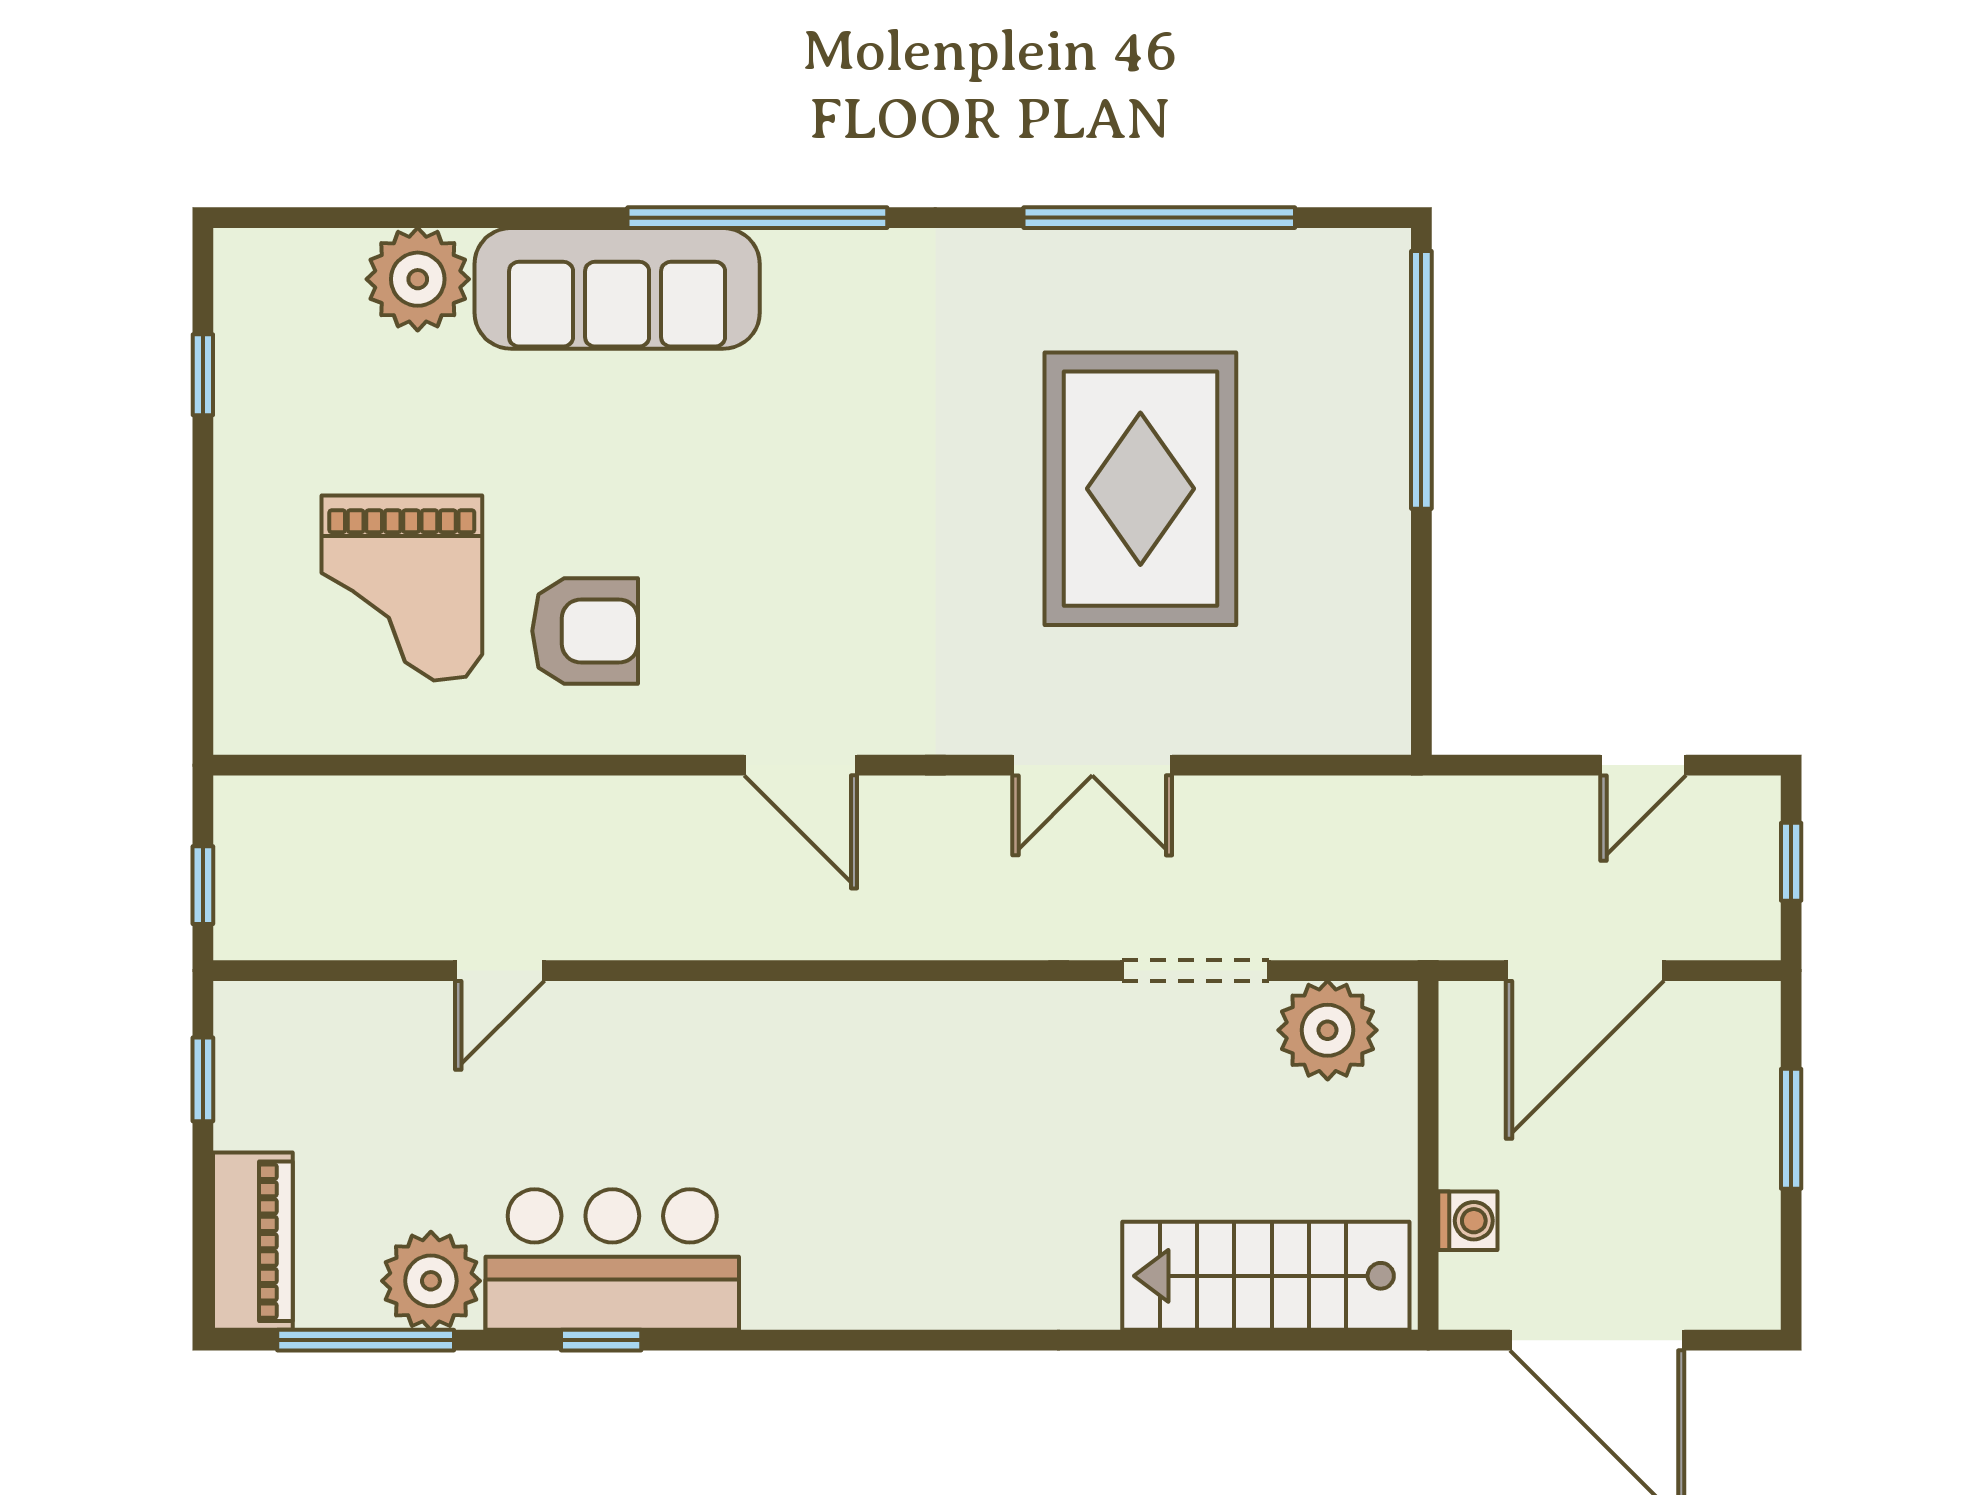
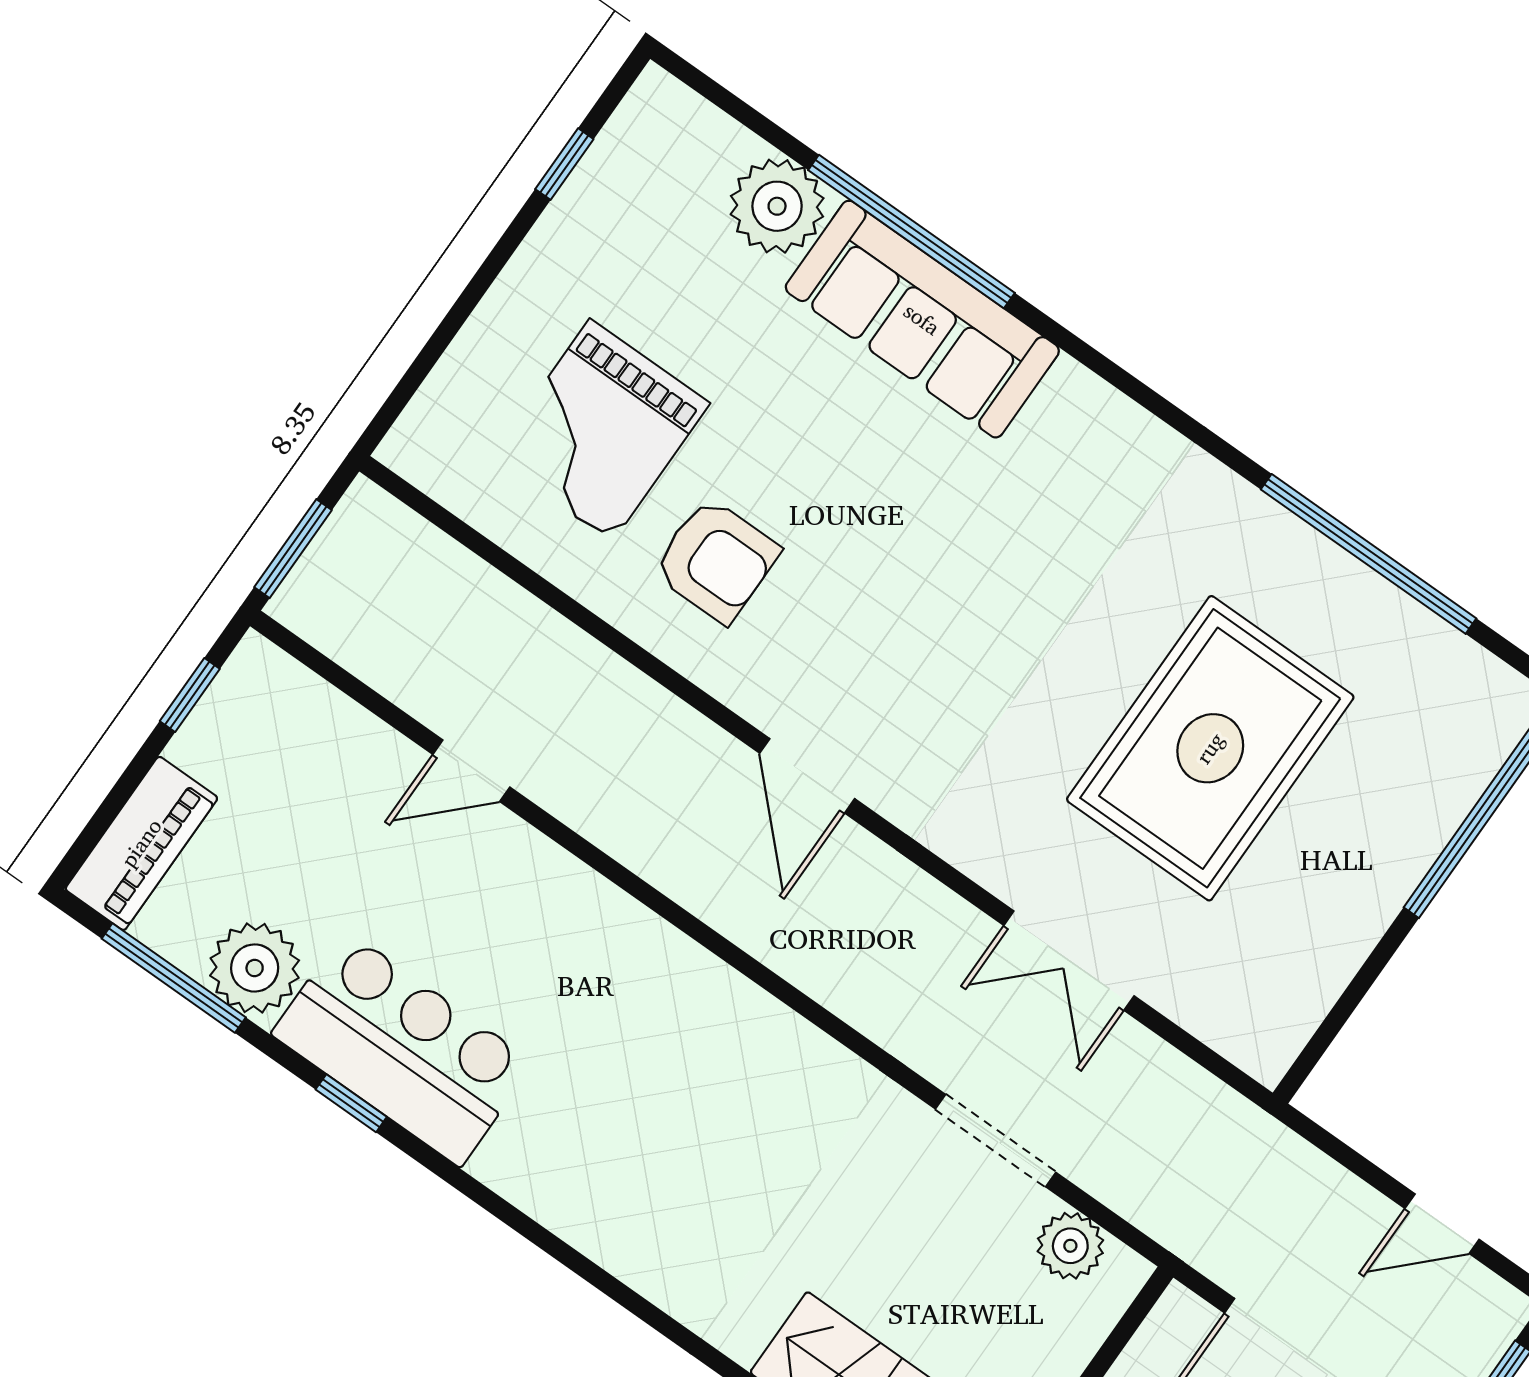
window: (757, 218) -> (911, 231), moved
double door: (1092, 765) -> (1069, 961), moved
window: (203, 885) -> (293, 549), width x1.50
plant: (1328, 1030) -> (1070, 1246), width x0.73, depth x0.73

